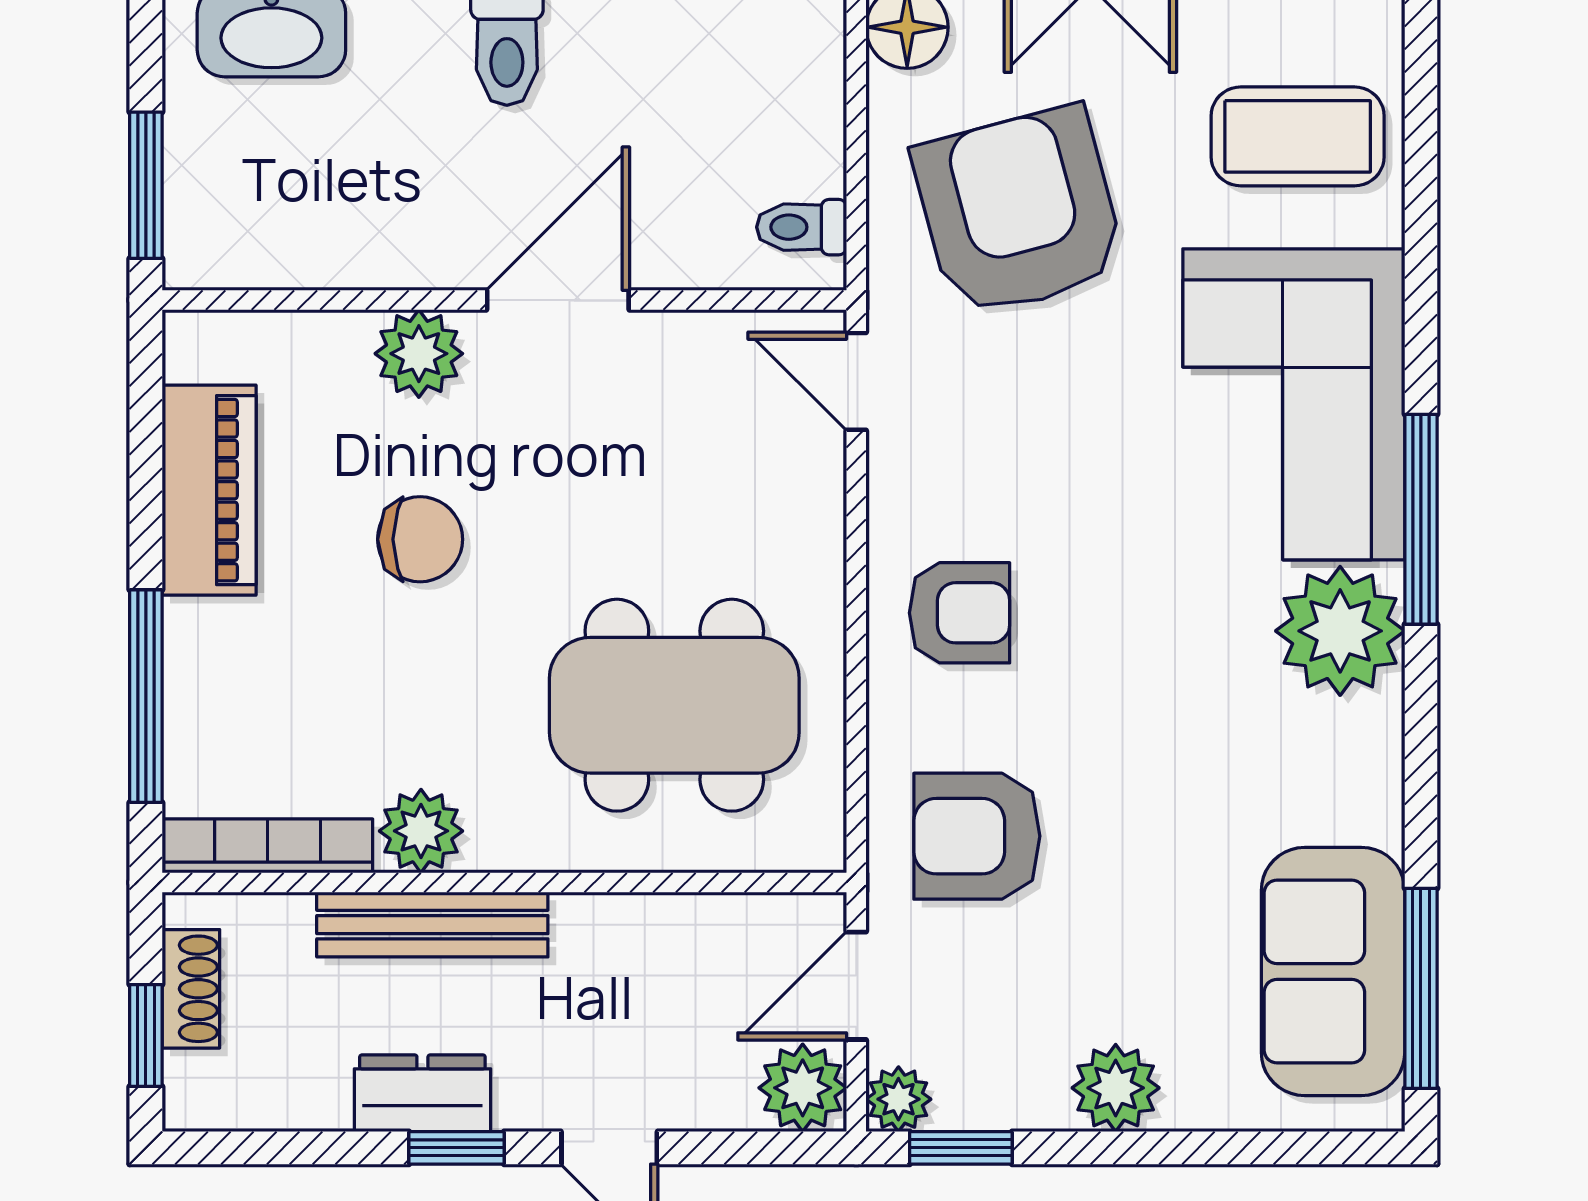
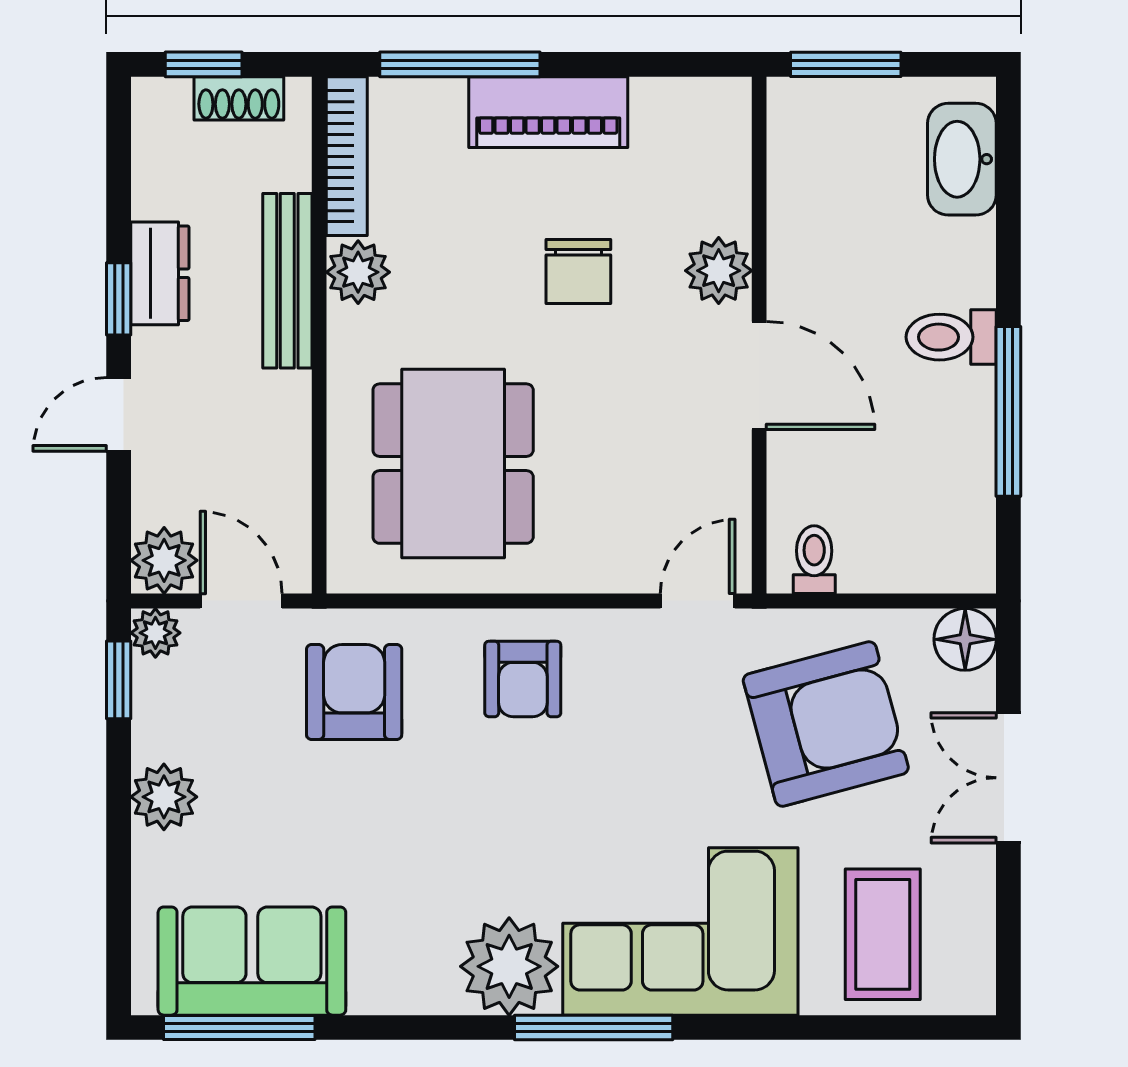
piano: (209, 490) -> (548, 112), moved

